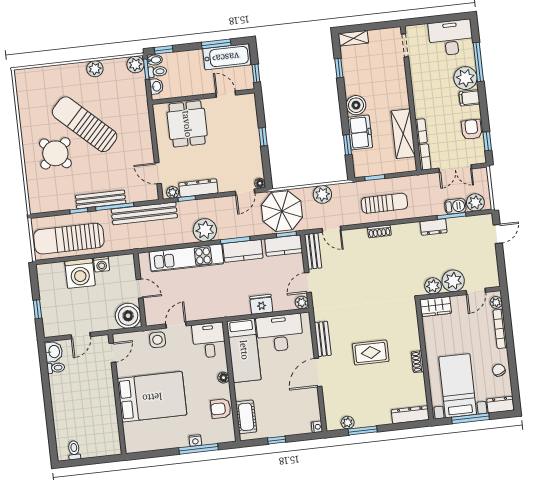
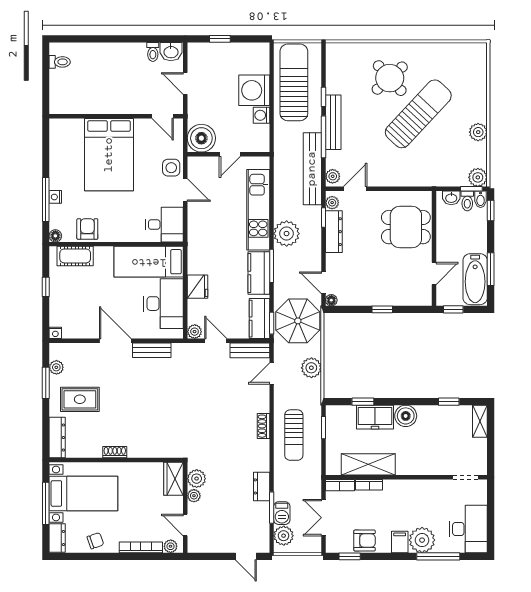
plant: (149, 194) -> (333, 176), added
plant: (453, 281) -> (194, 496), width x0.53, depth x0.53
rug: (371, 353) -> (80, 399), moved, turned 90
floor lamp: (223, 378) -> (55, 236), moved

